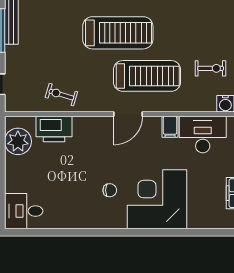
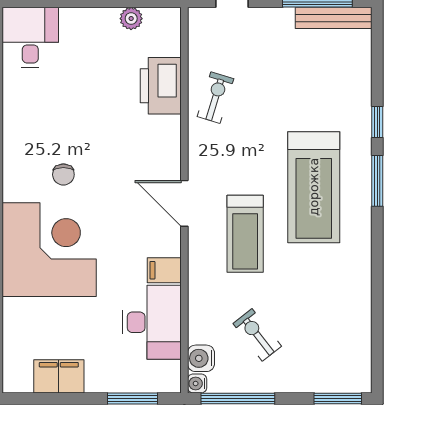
exercise bike: (211, 68) -> (257, 335), turned 142
treadmill: (147, 76) -> (245, 234), width x0.73, depth x0.73
plant: (18, 141) -> (131, 19), width x0.53, depth x0.53

